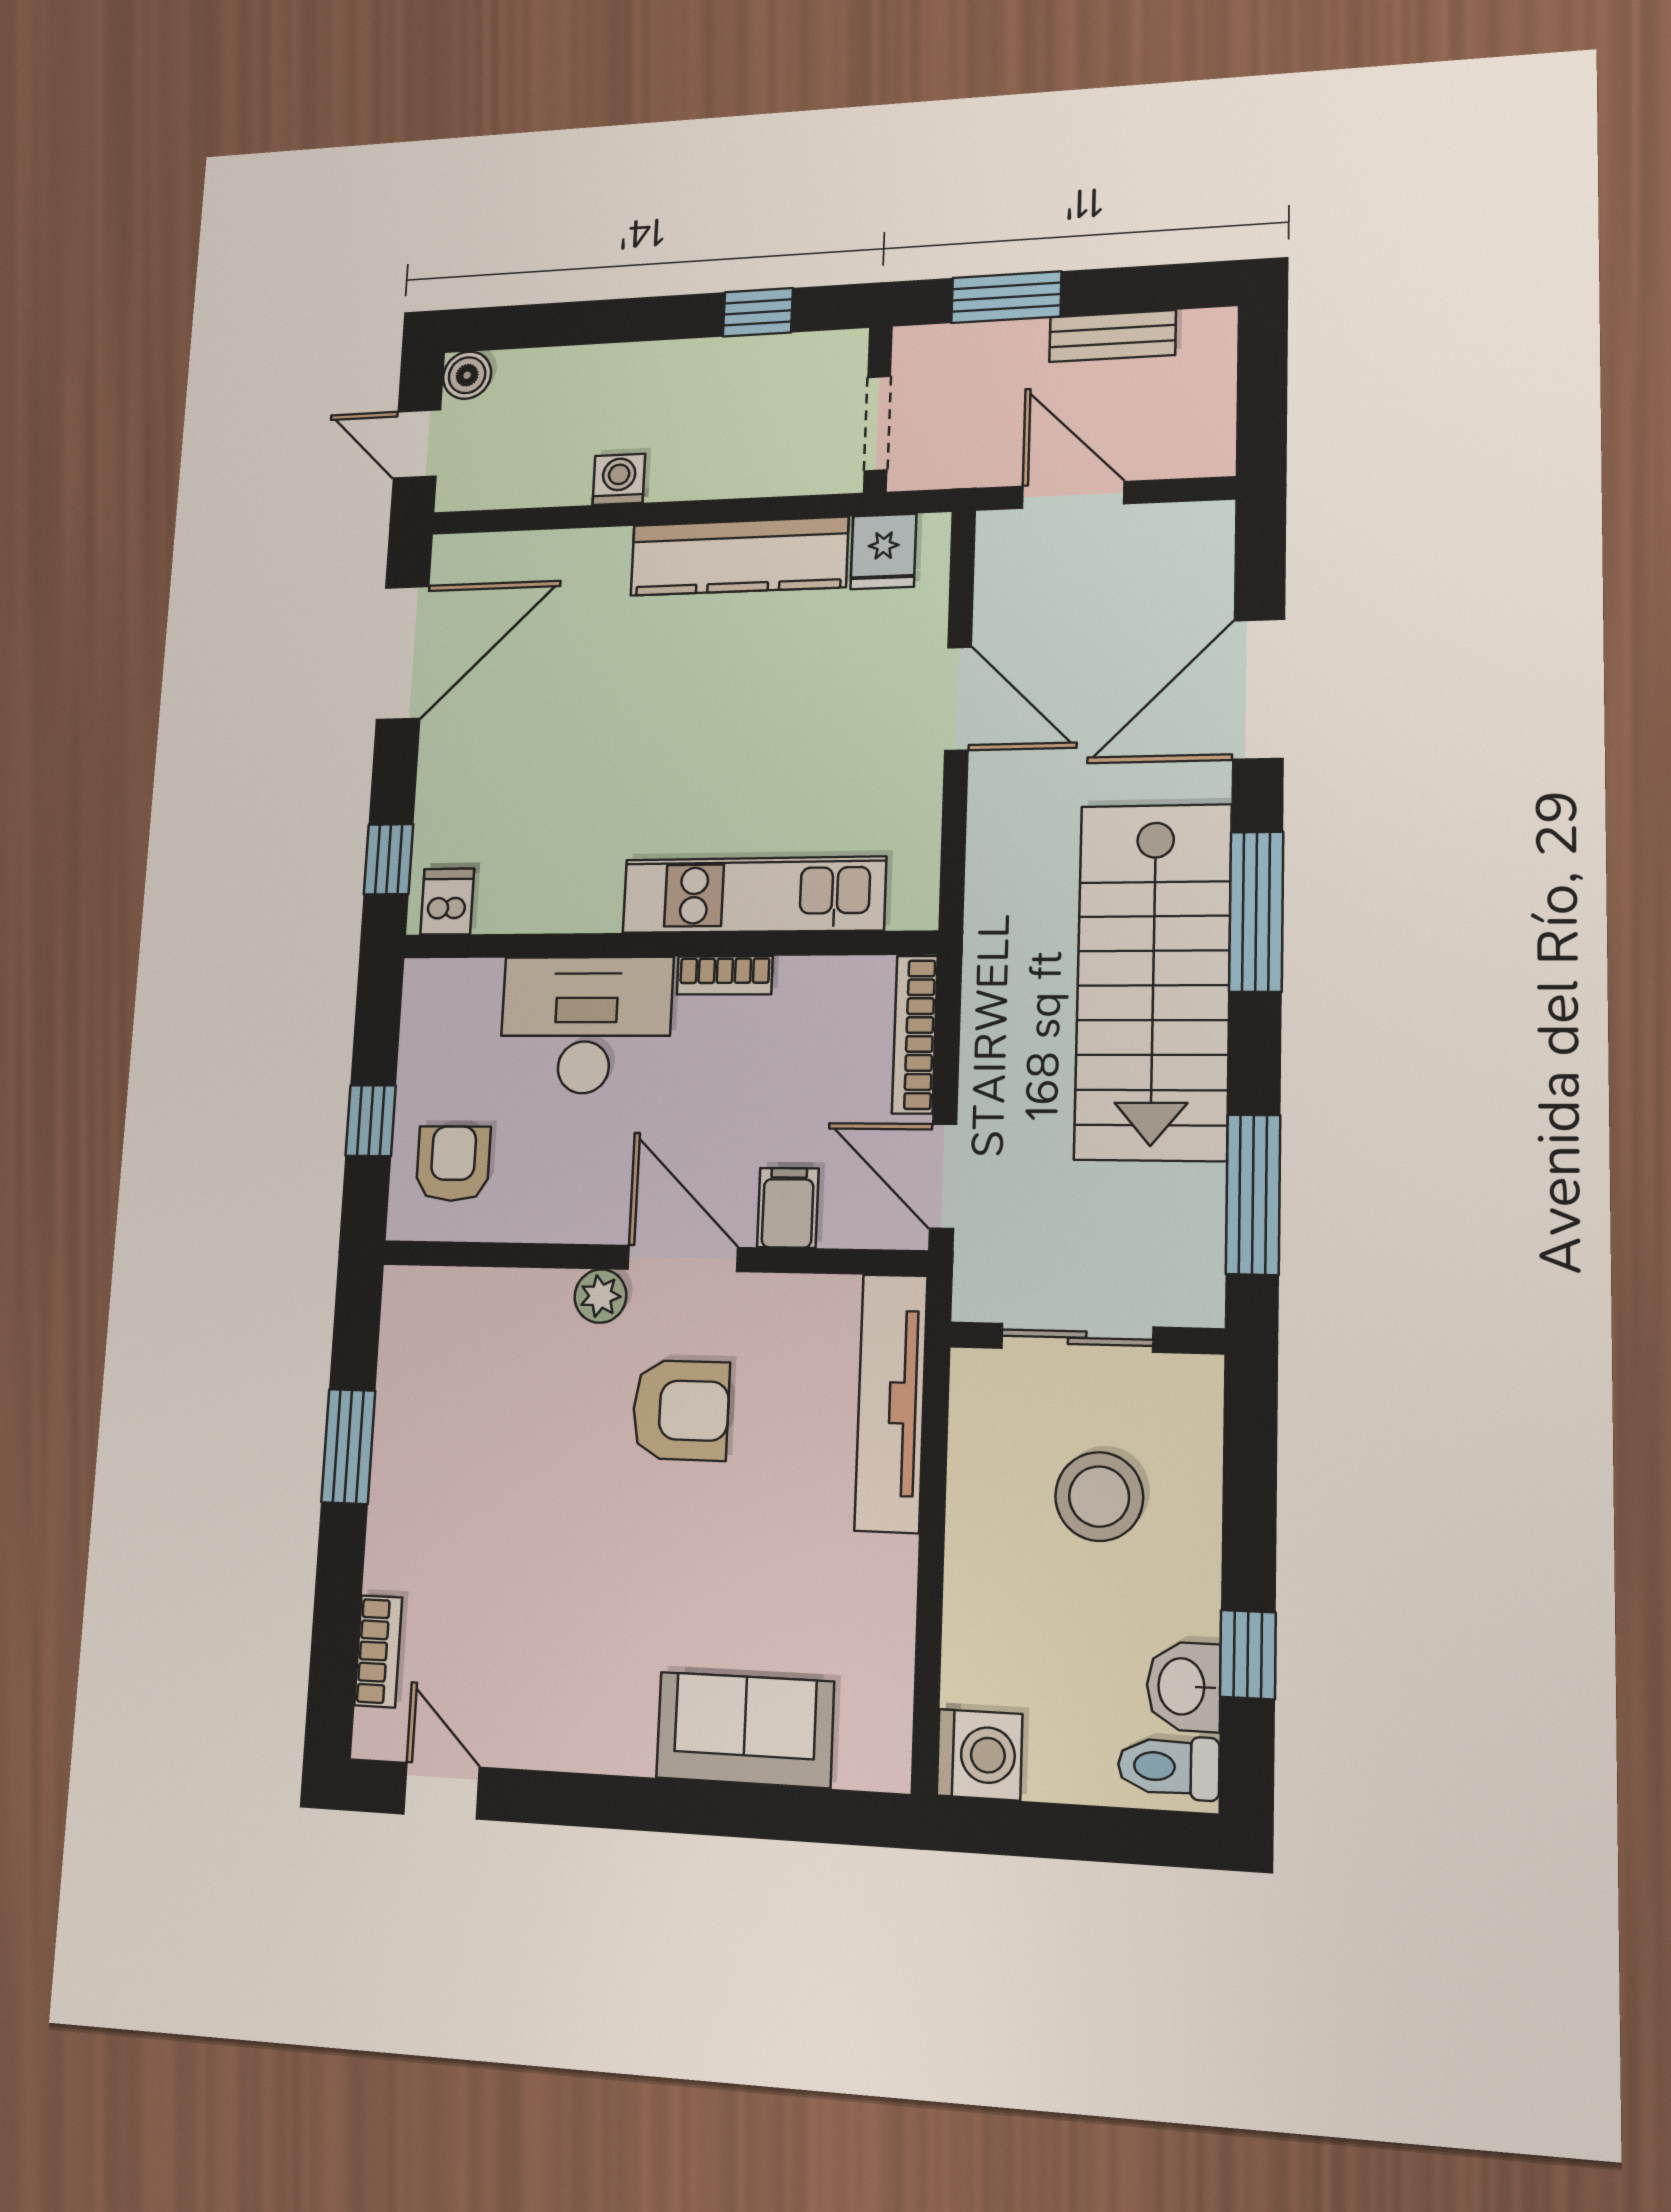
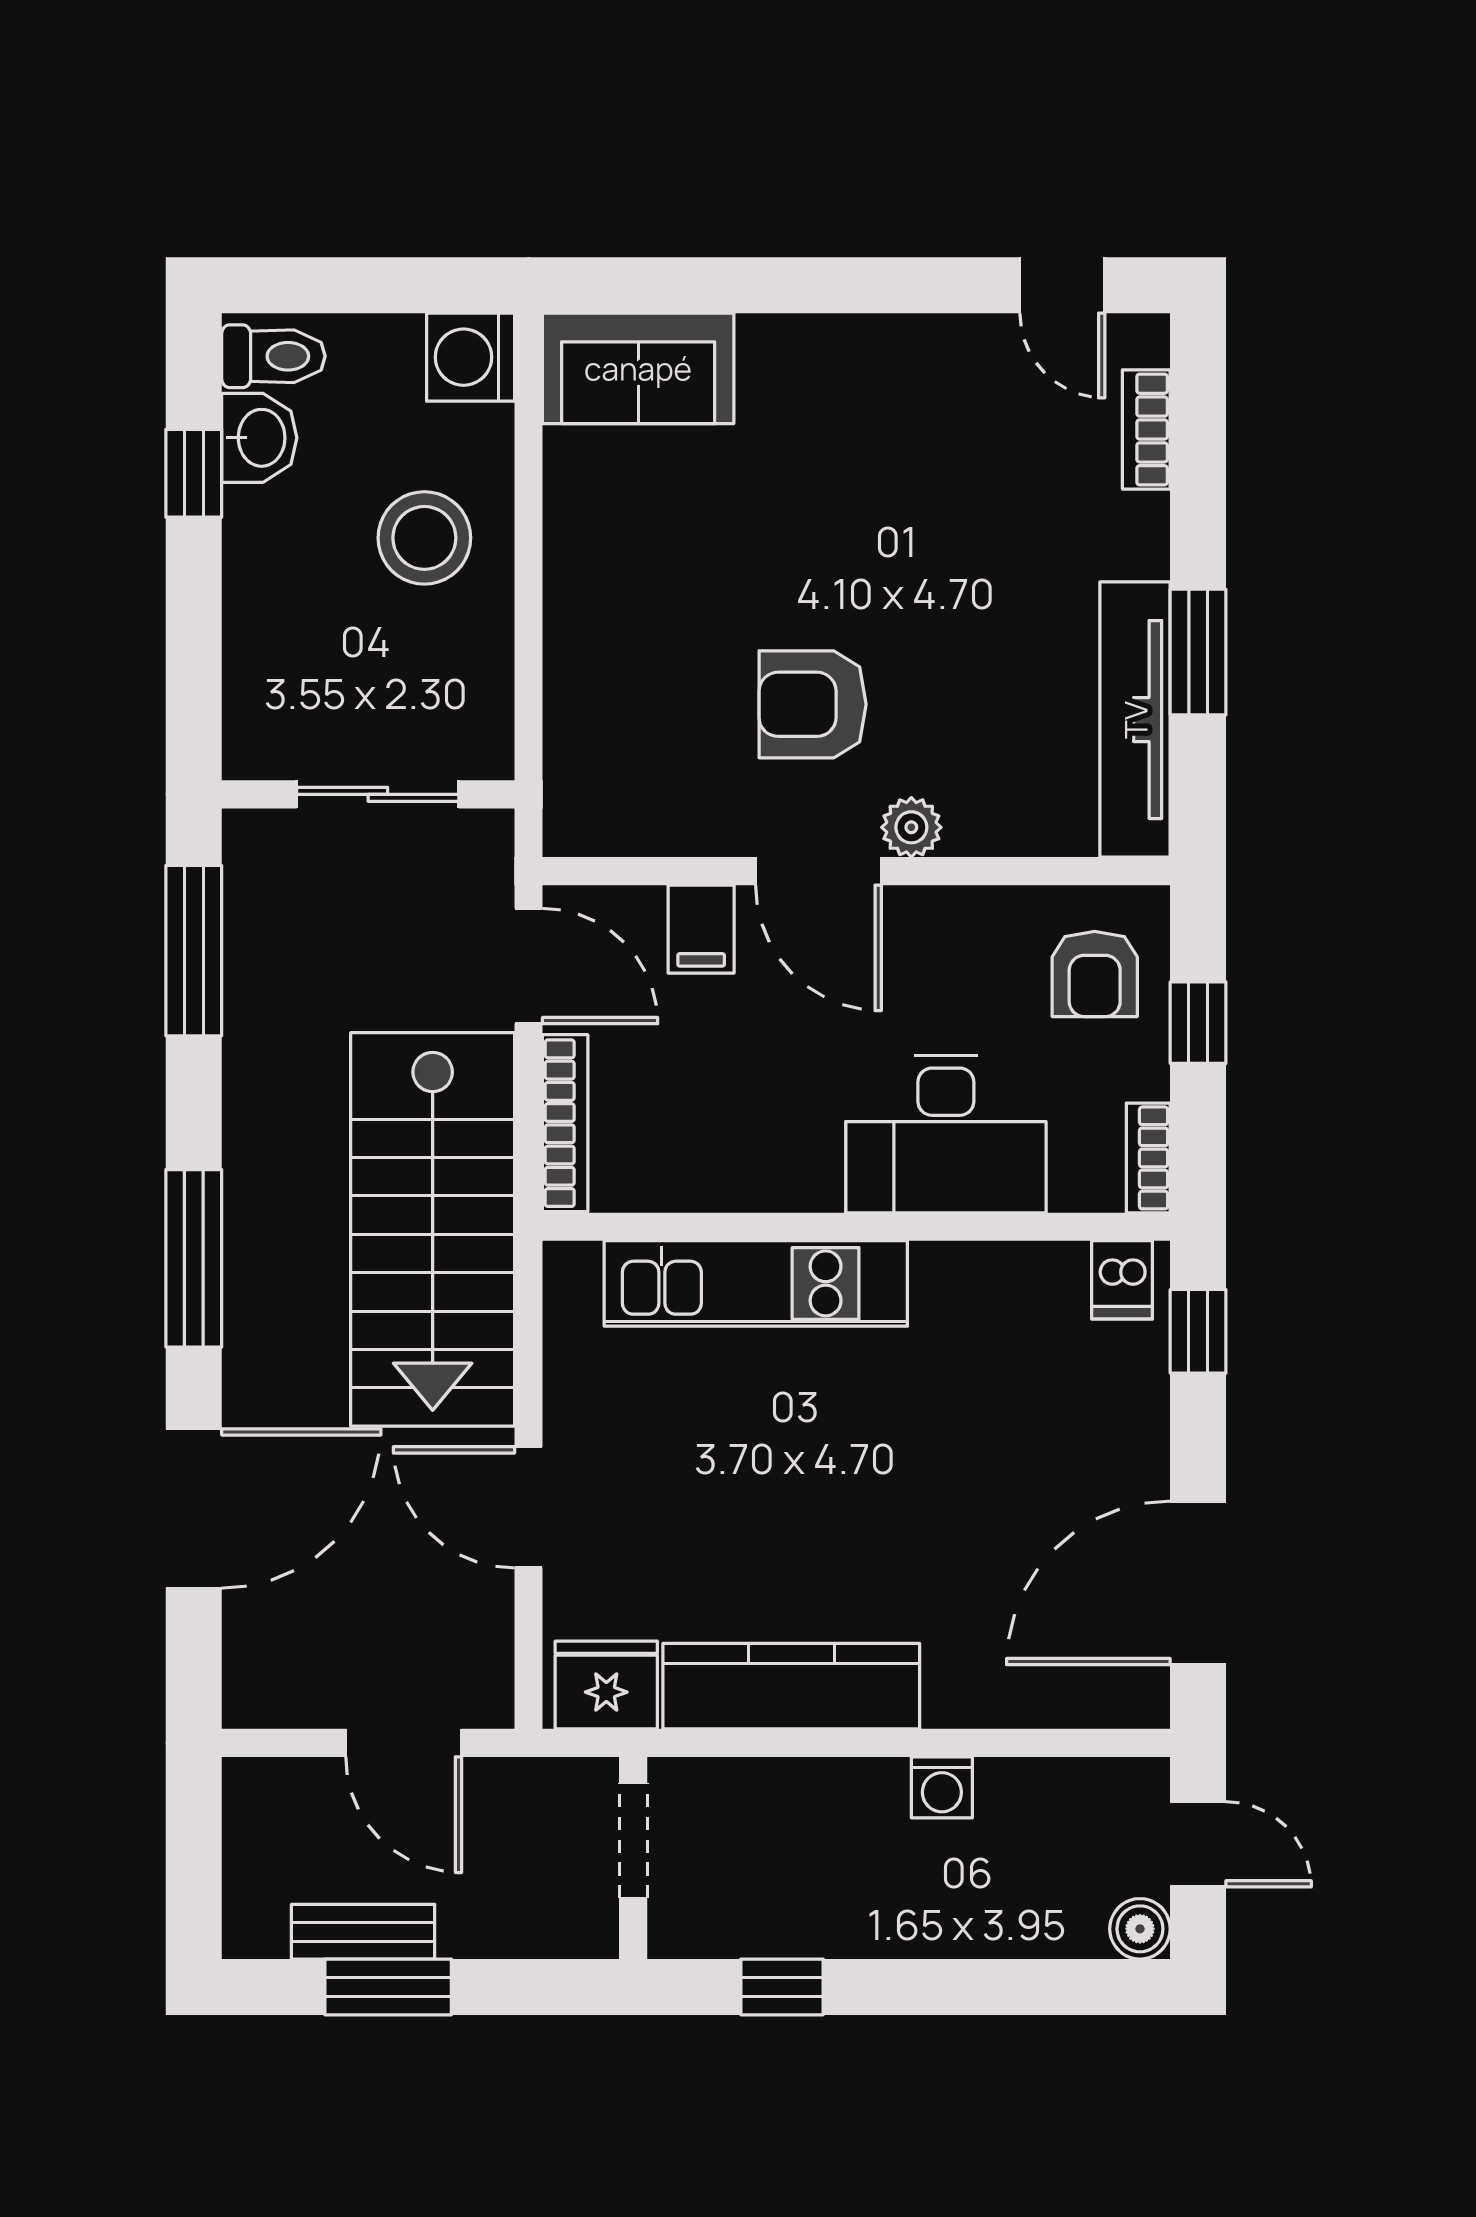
window: (1006, 297) -> (388, 1987), moved
fridge: (883, 551) -> (606, 1685), width x1.38
bookcase: (725, 975) -> (1148, 1158), moved, turned -90
stairs: (1153, 981) -> (433, 1229), moved, turned 180
tv unit: (891, 1403) -> (1135, 720), moved, turned 180
stool: (1099, 1497) -> (424, 538), moved
sofa: (745, 1730) -> (638, 368), moved

